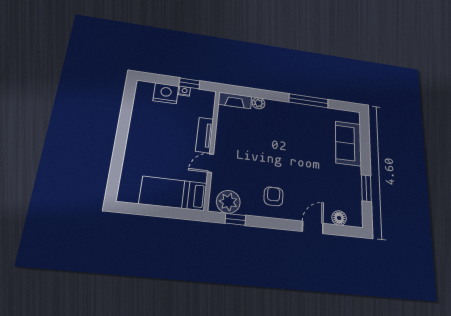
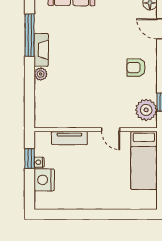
fireplace: (235, 100) -> (41, 50), moved
plant: (259, 103) -> (41, 74), moved
tv unit: (205, 135) -> (69, 138), moved

